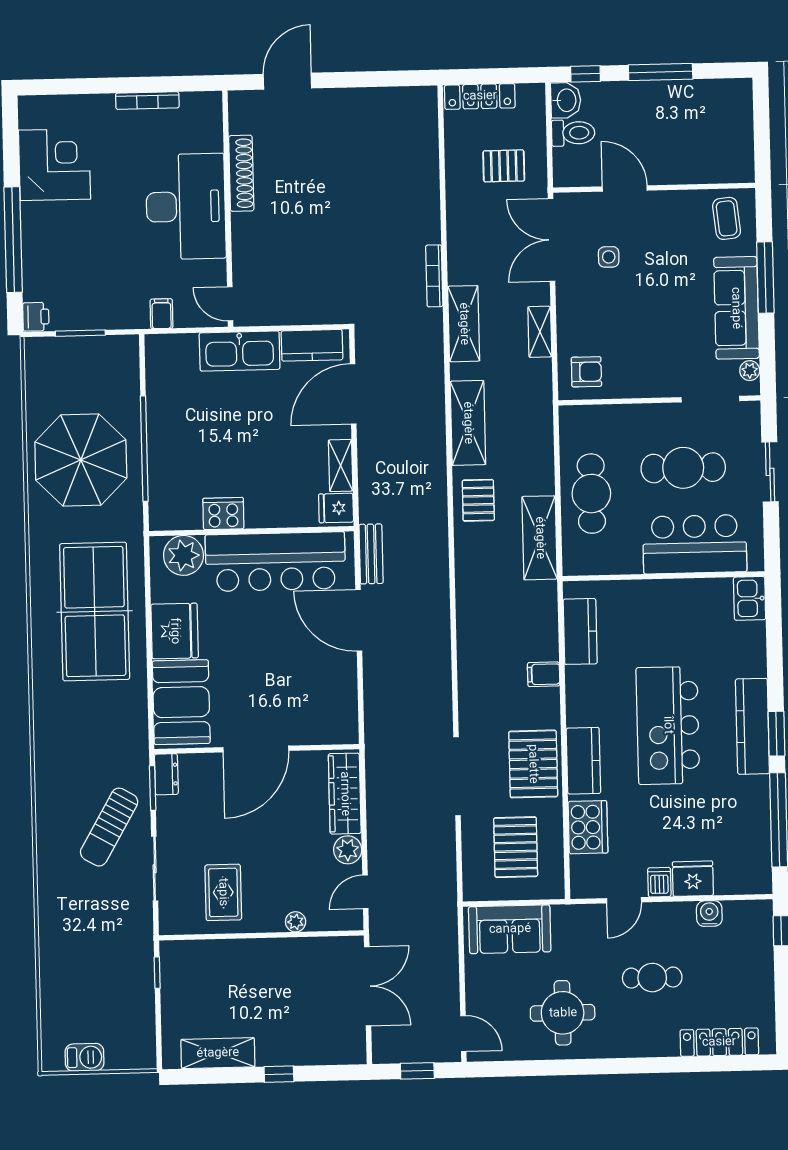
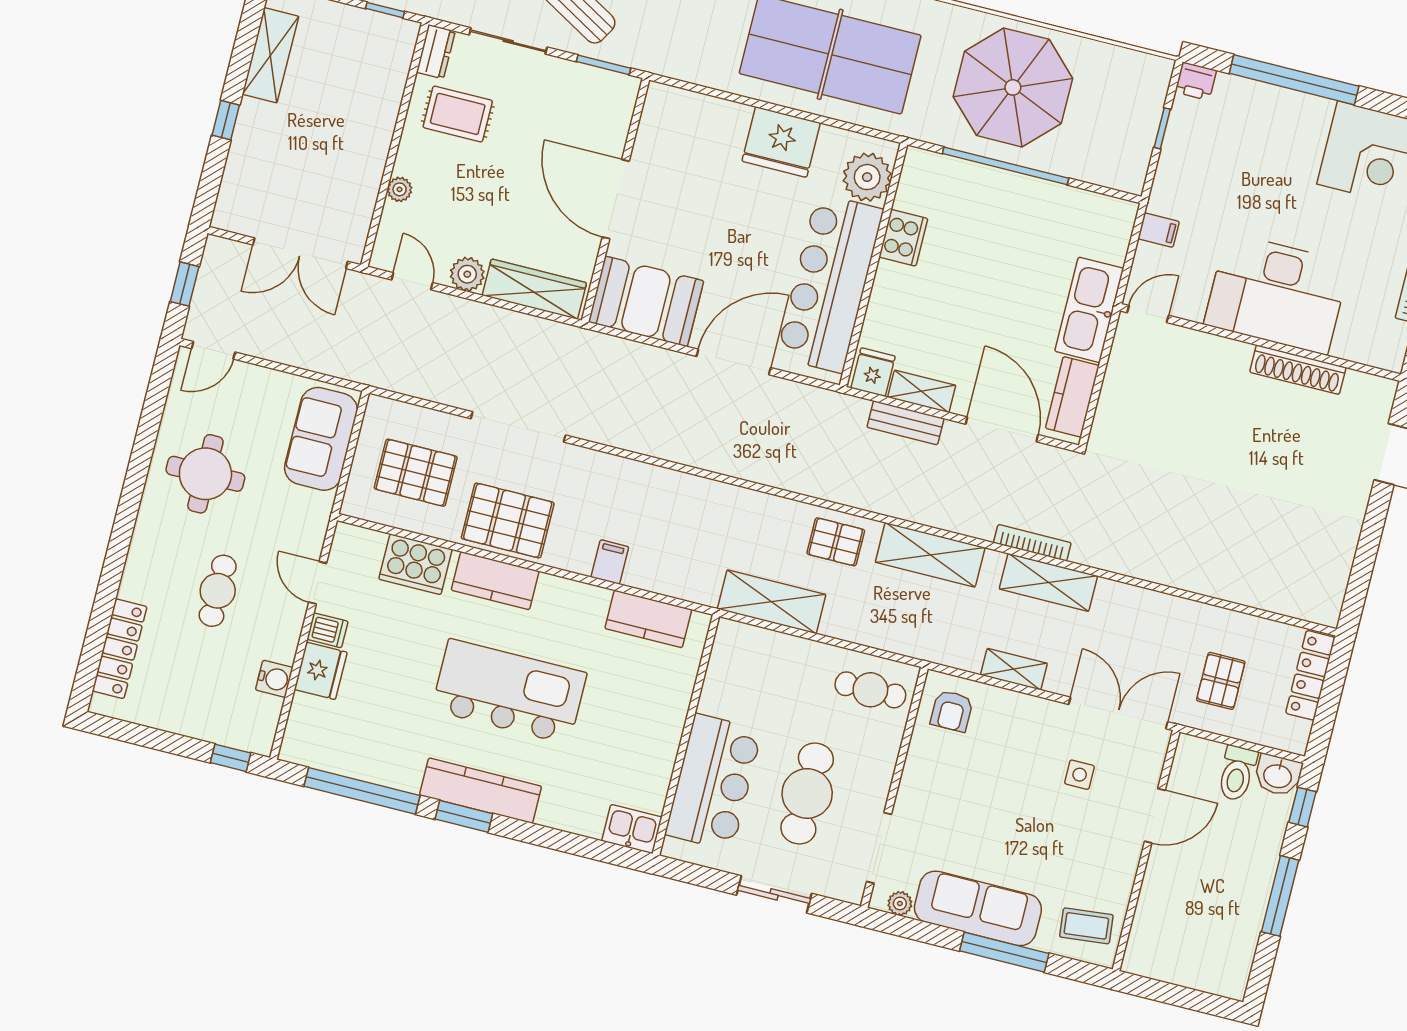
bookcase: (434, 276) -> (1032, 543), moved
window: (80, 333) -> (1162, 128), width x0.67
cafe table: (591, 494) -> (870, 690), moved, width x0.73, depth x0.74
bench: (371, 554) -> (905, 423), moved
booth: (181, 702) -> (646, 301), moved
dresser: (166, 774) -> (436, 52), moved, turned -90

